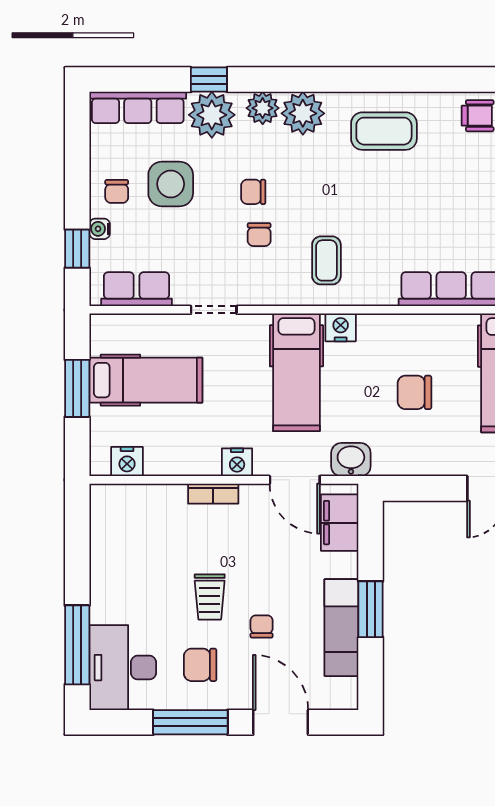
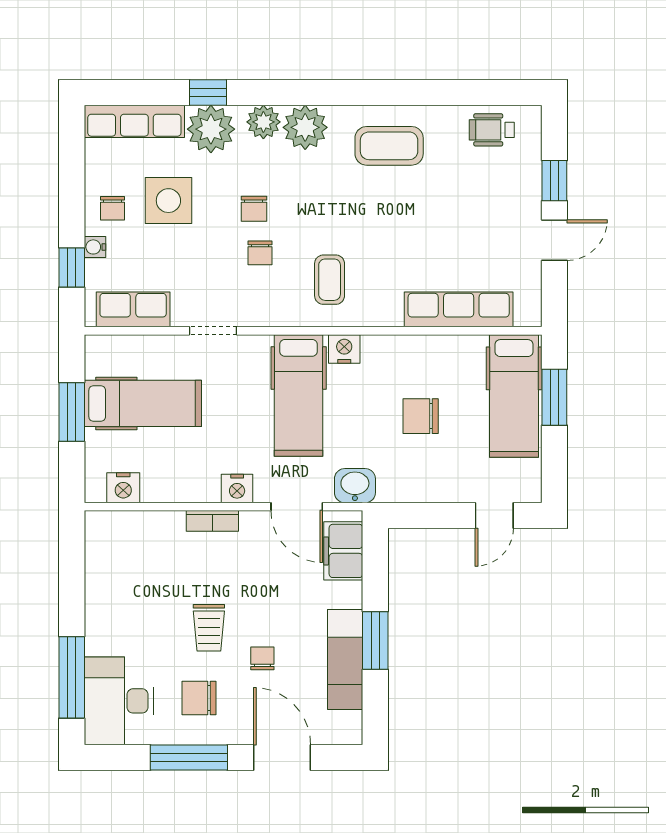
chair: (253, 192) -> (254, 209), turned -90

